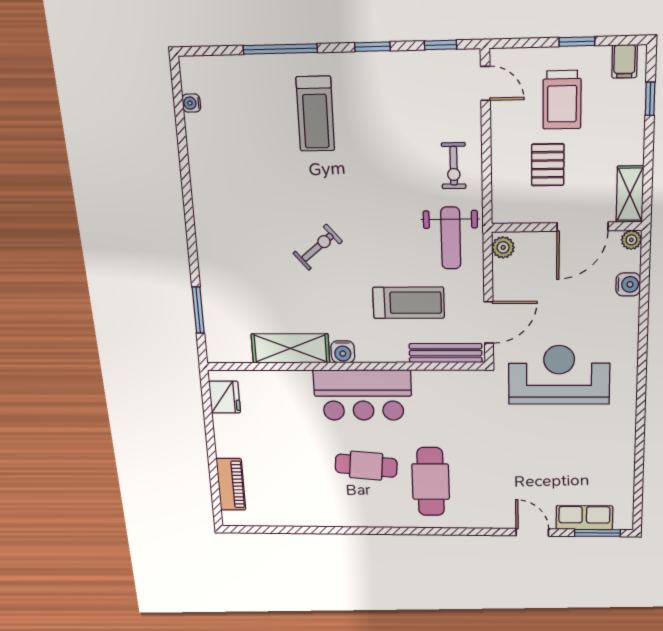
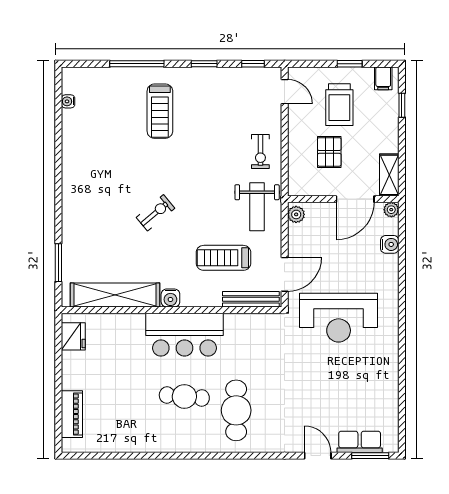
treadmill: (409, 303) -> (223, 258), turned 180
shelving: (290, 348) -> (115, 295), width x1.47
reception desk: (559, 375) -> (339, 318), turned 180

